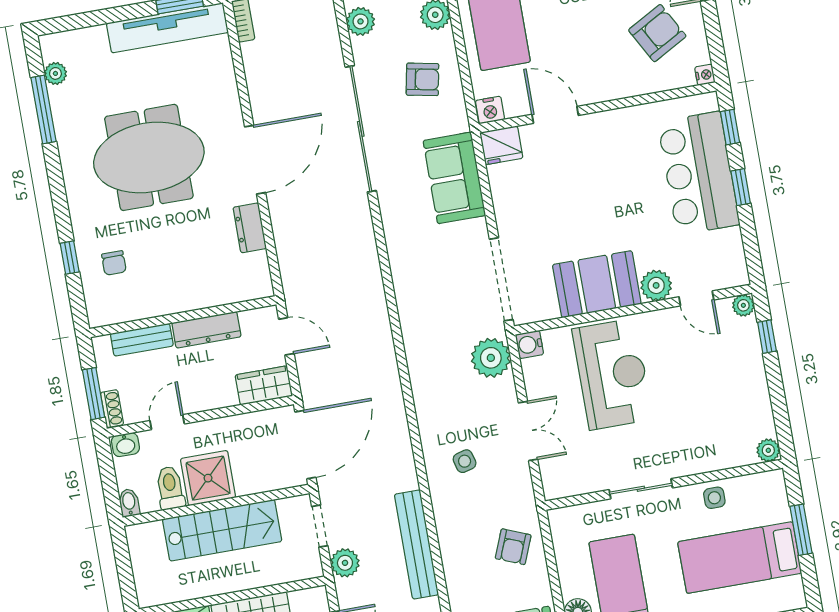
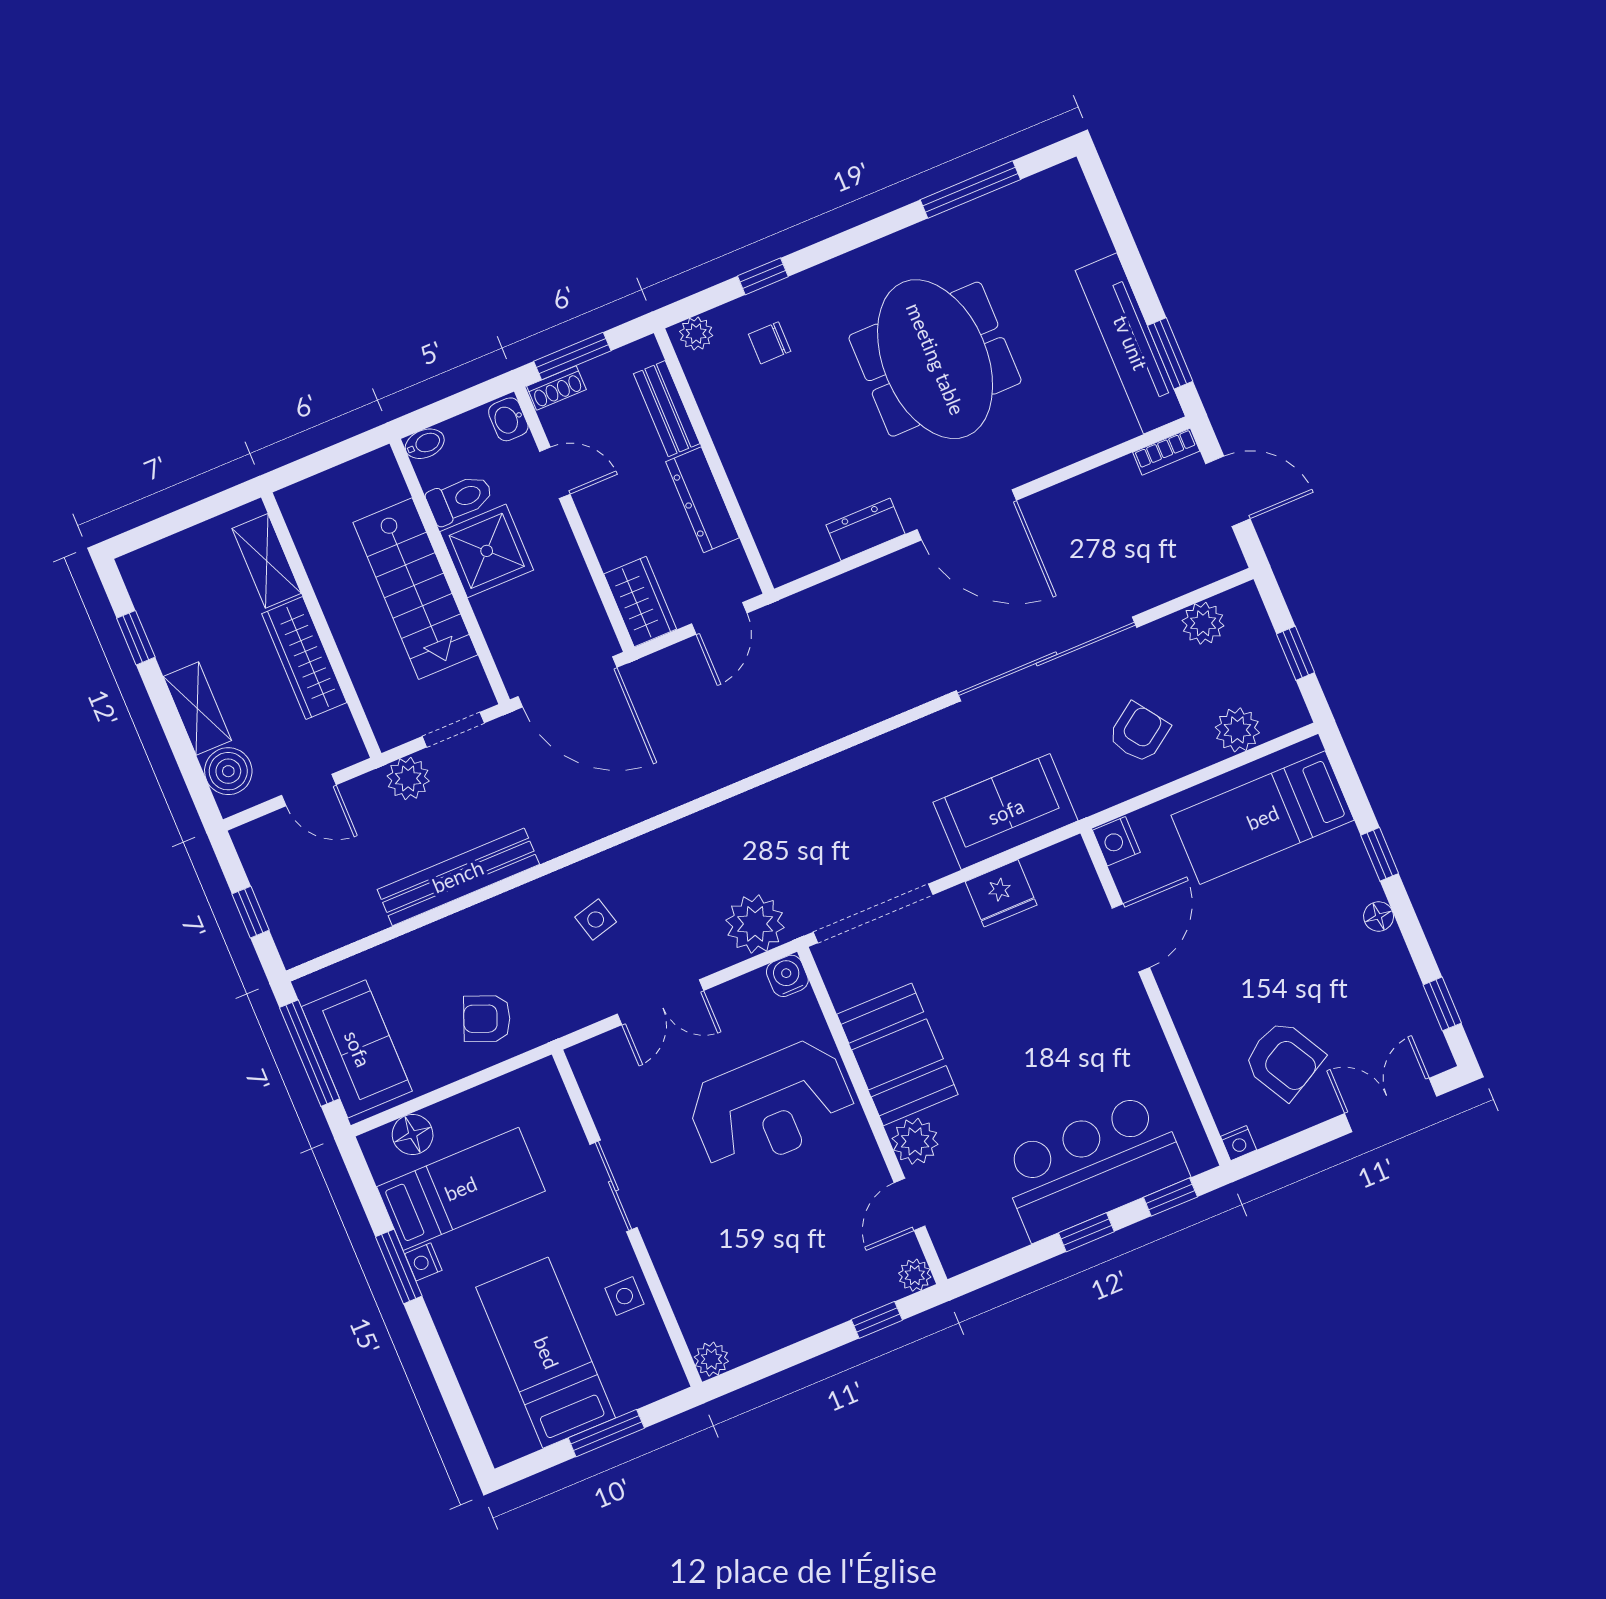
plant: (55, 73) -> (696, 334), moved
armchair: (423, 79) -> (1139, 733), turned -136
fridge: (501, 145) -> (1001, 893), moved, turned -90

